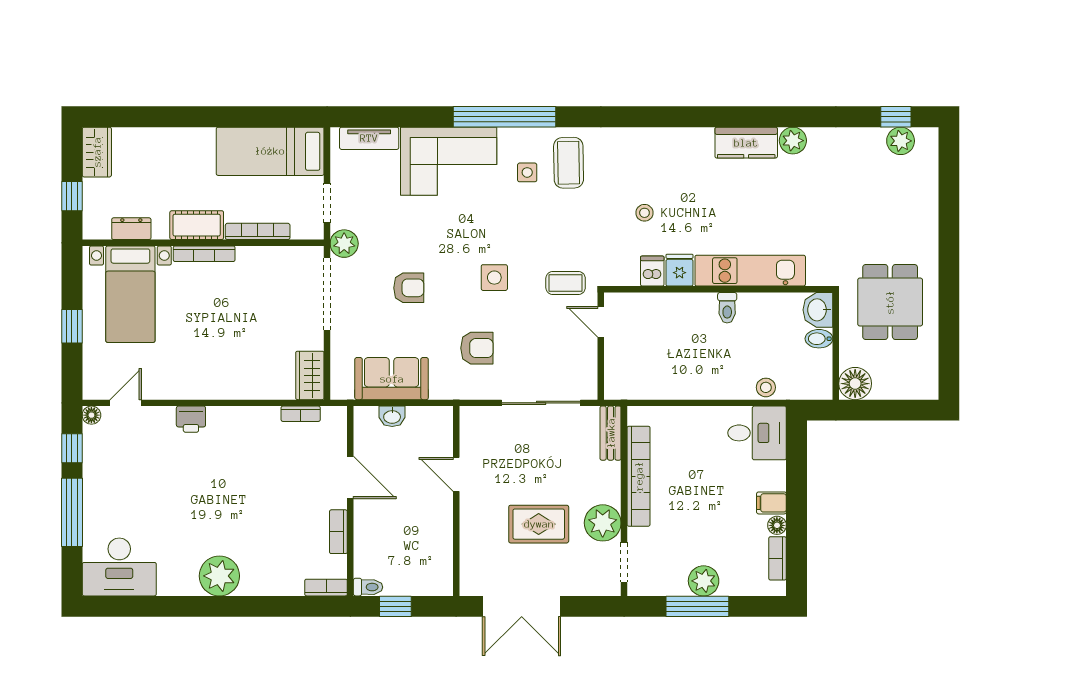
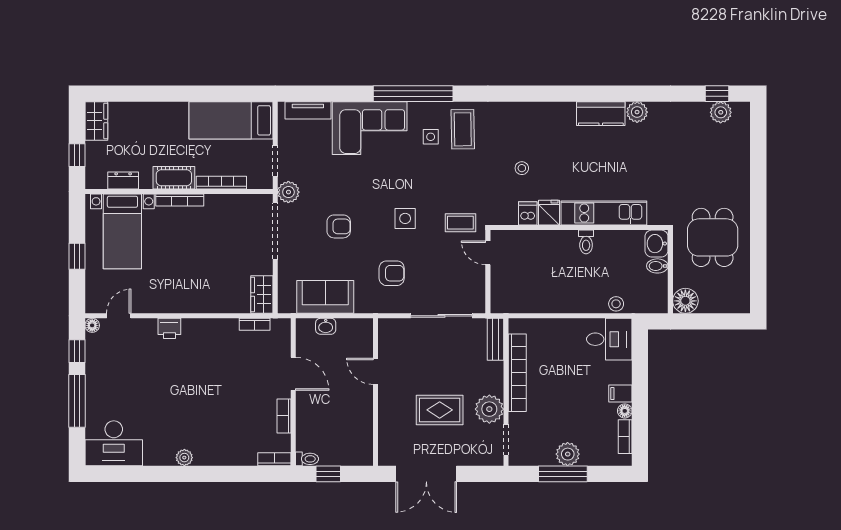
plant: (219, 576) -> (184, 458), width x0.53, depth x0.53

